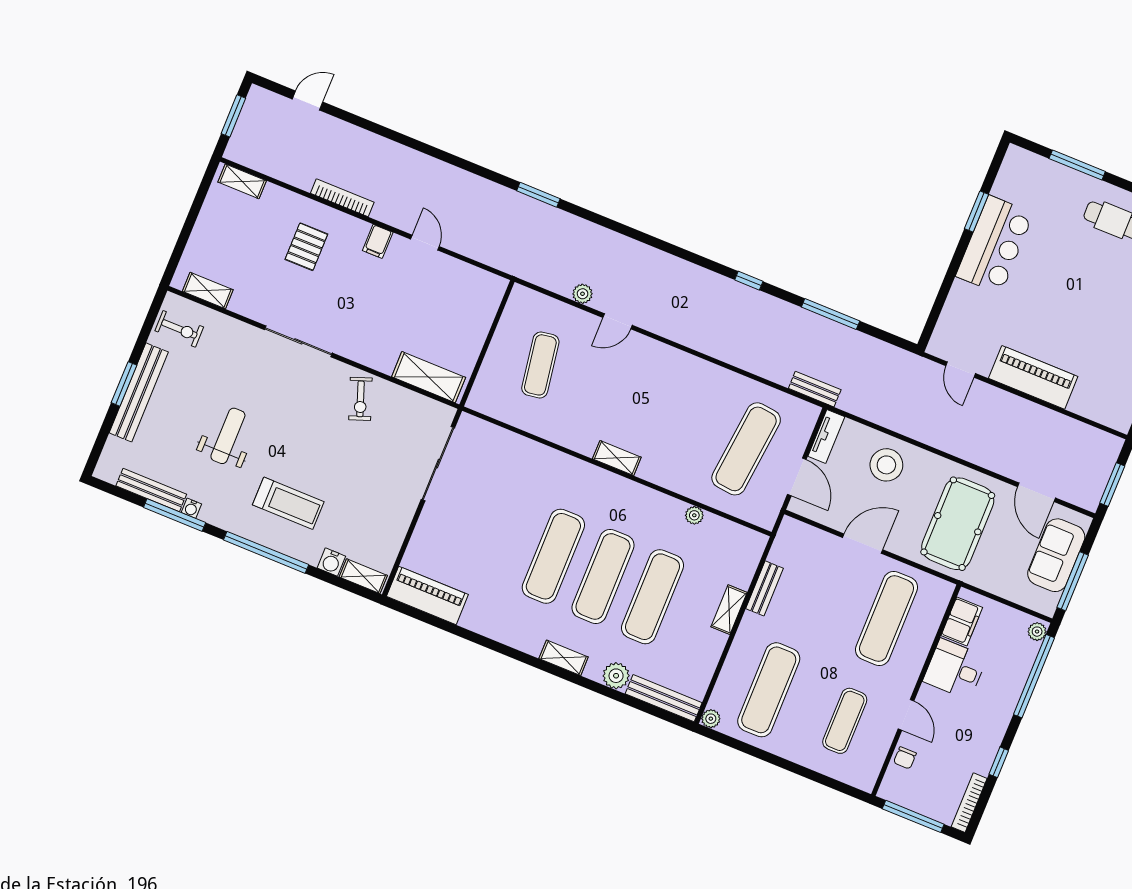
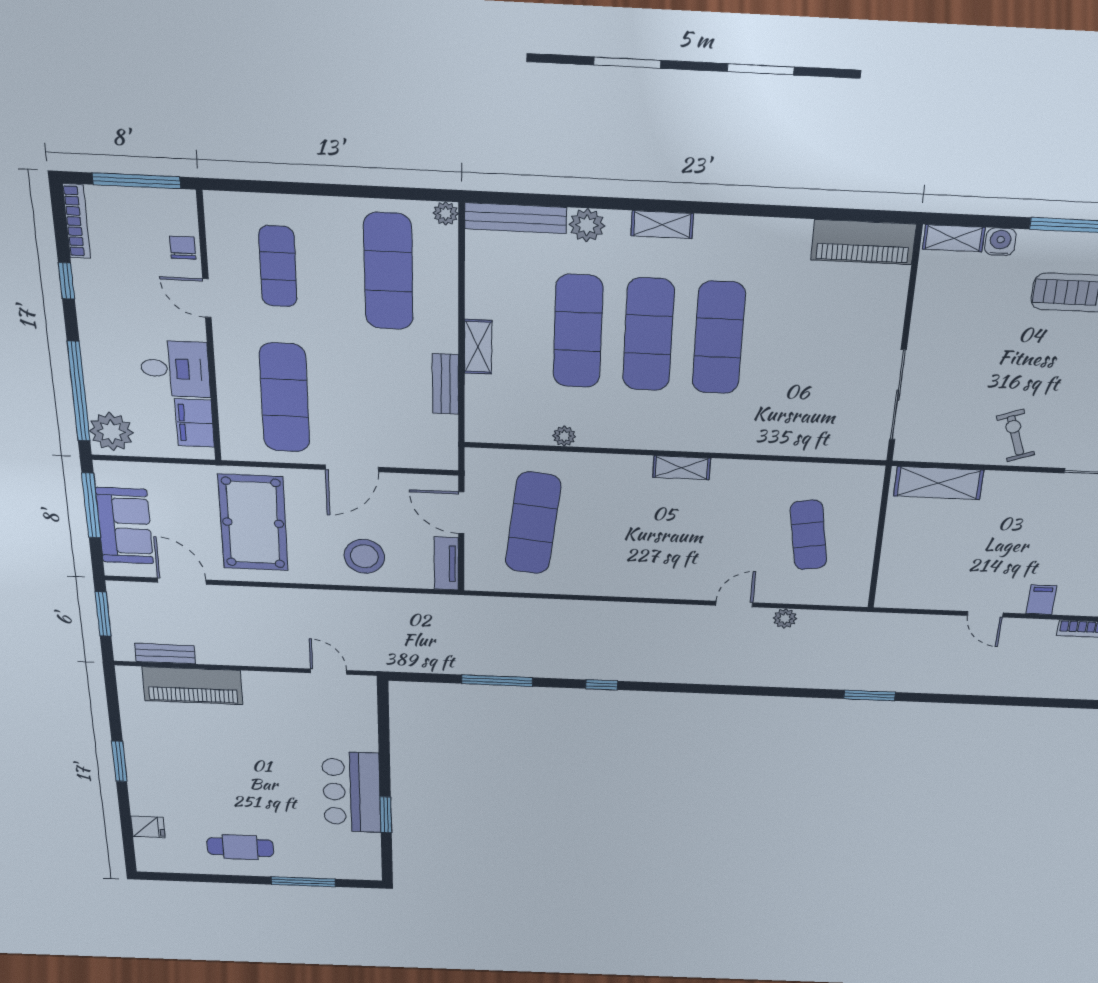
piano: (1033, 377) -> (192, 686), moved
bench: (815, 389) -> (165, 654), moved
plant: (1037, 632) -> (111, 432), width x1.88, depth x1.88

